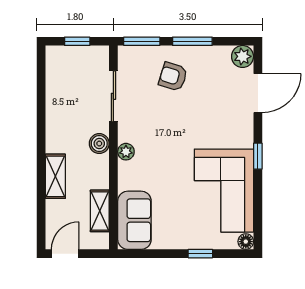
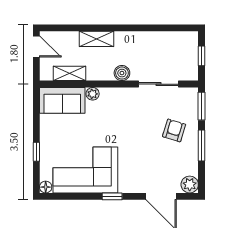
plant: (126, 152) -> (93, 94), moved

